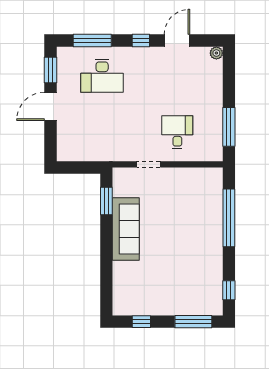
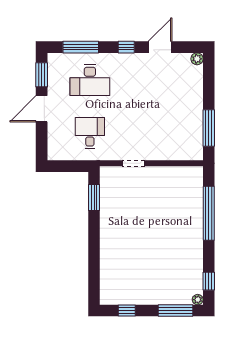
desk: (177, 132) -> (90, 133), moved
sofa: (126, 229) -> (112, 224), removed
plant: (217, 310) -> (198, 300), added

